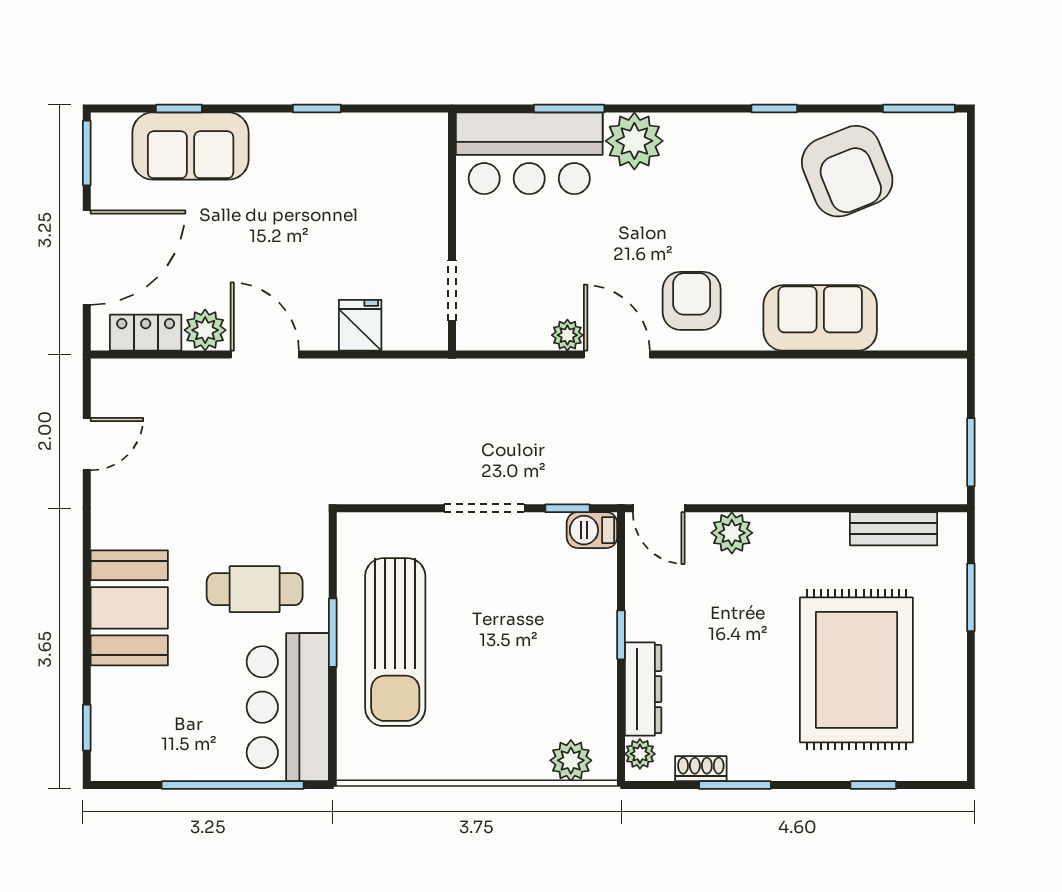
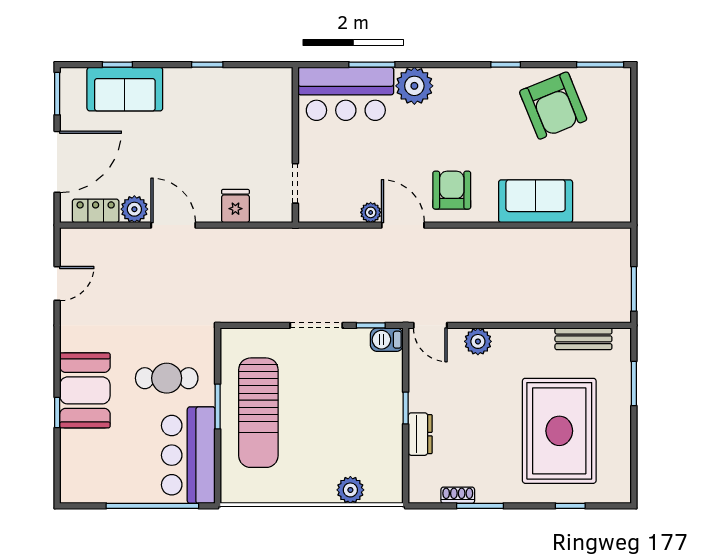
dresser: (643, 689) -> (420, 434), width x0.70
window: (87, 728) -> (57, 413), moved
plant: (640, 754) -> (418, 486), removed
plant: (571, 760) -> (350, 490), moved

